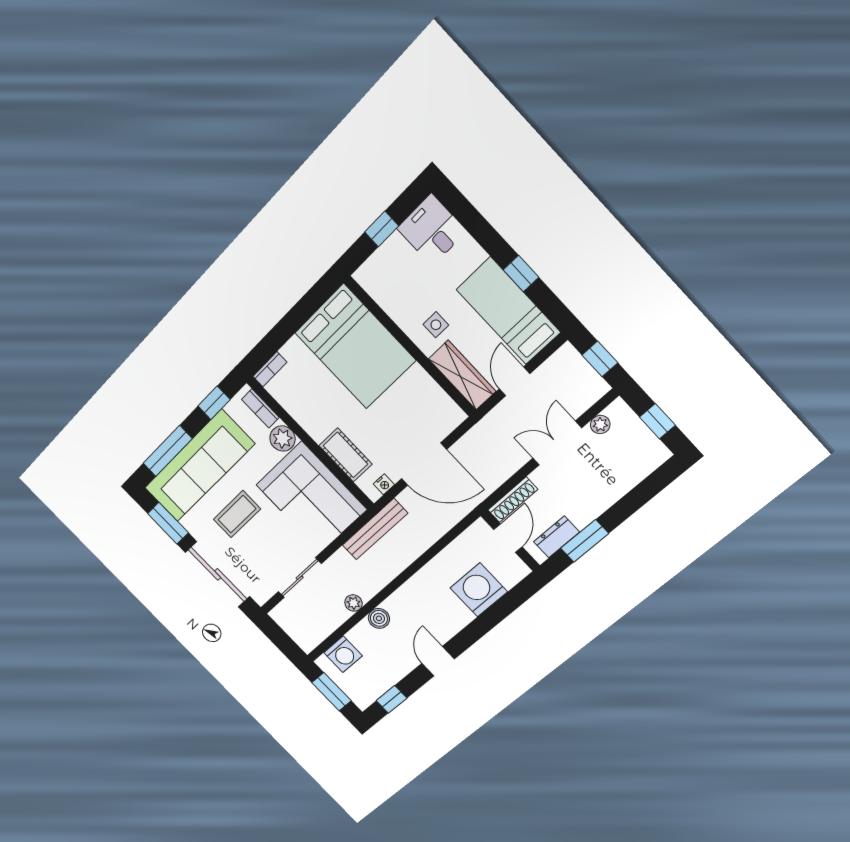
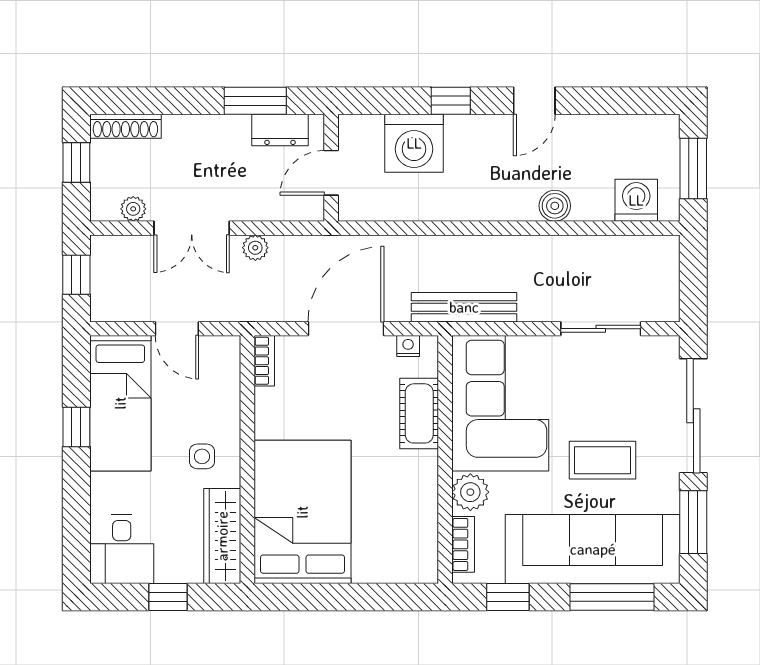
bookcase: (270, 369) -> (264, 361), moved, turned 90
wardrobe: (462, 375) -> (222, 536), moved
door: (515, 381) -> (177, 329), hinge flipped
door: (424, 464) -> (346, 329), hinge flipped
shoe rack: (513, 500) -> (125, 126), moved, turned 180
plant: (353, 603) -> (255, 248), moved
window: (392, 699) -> (451, 101), moved

